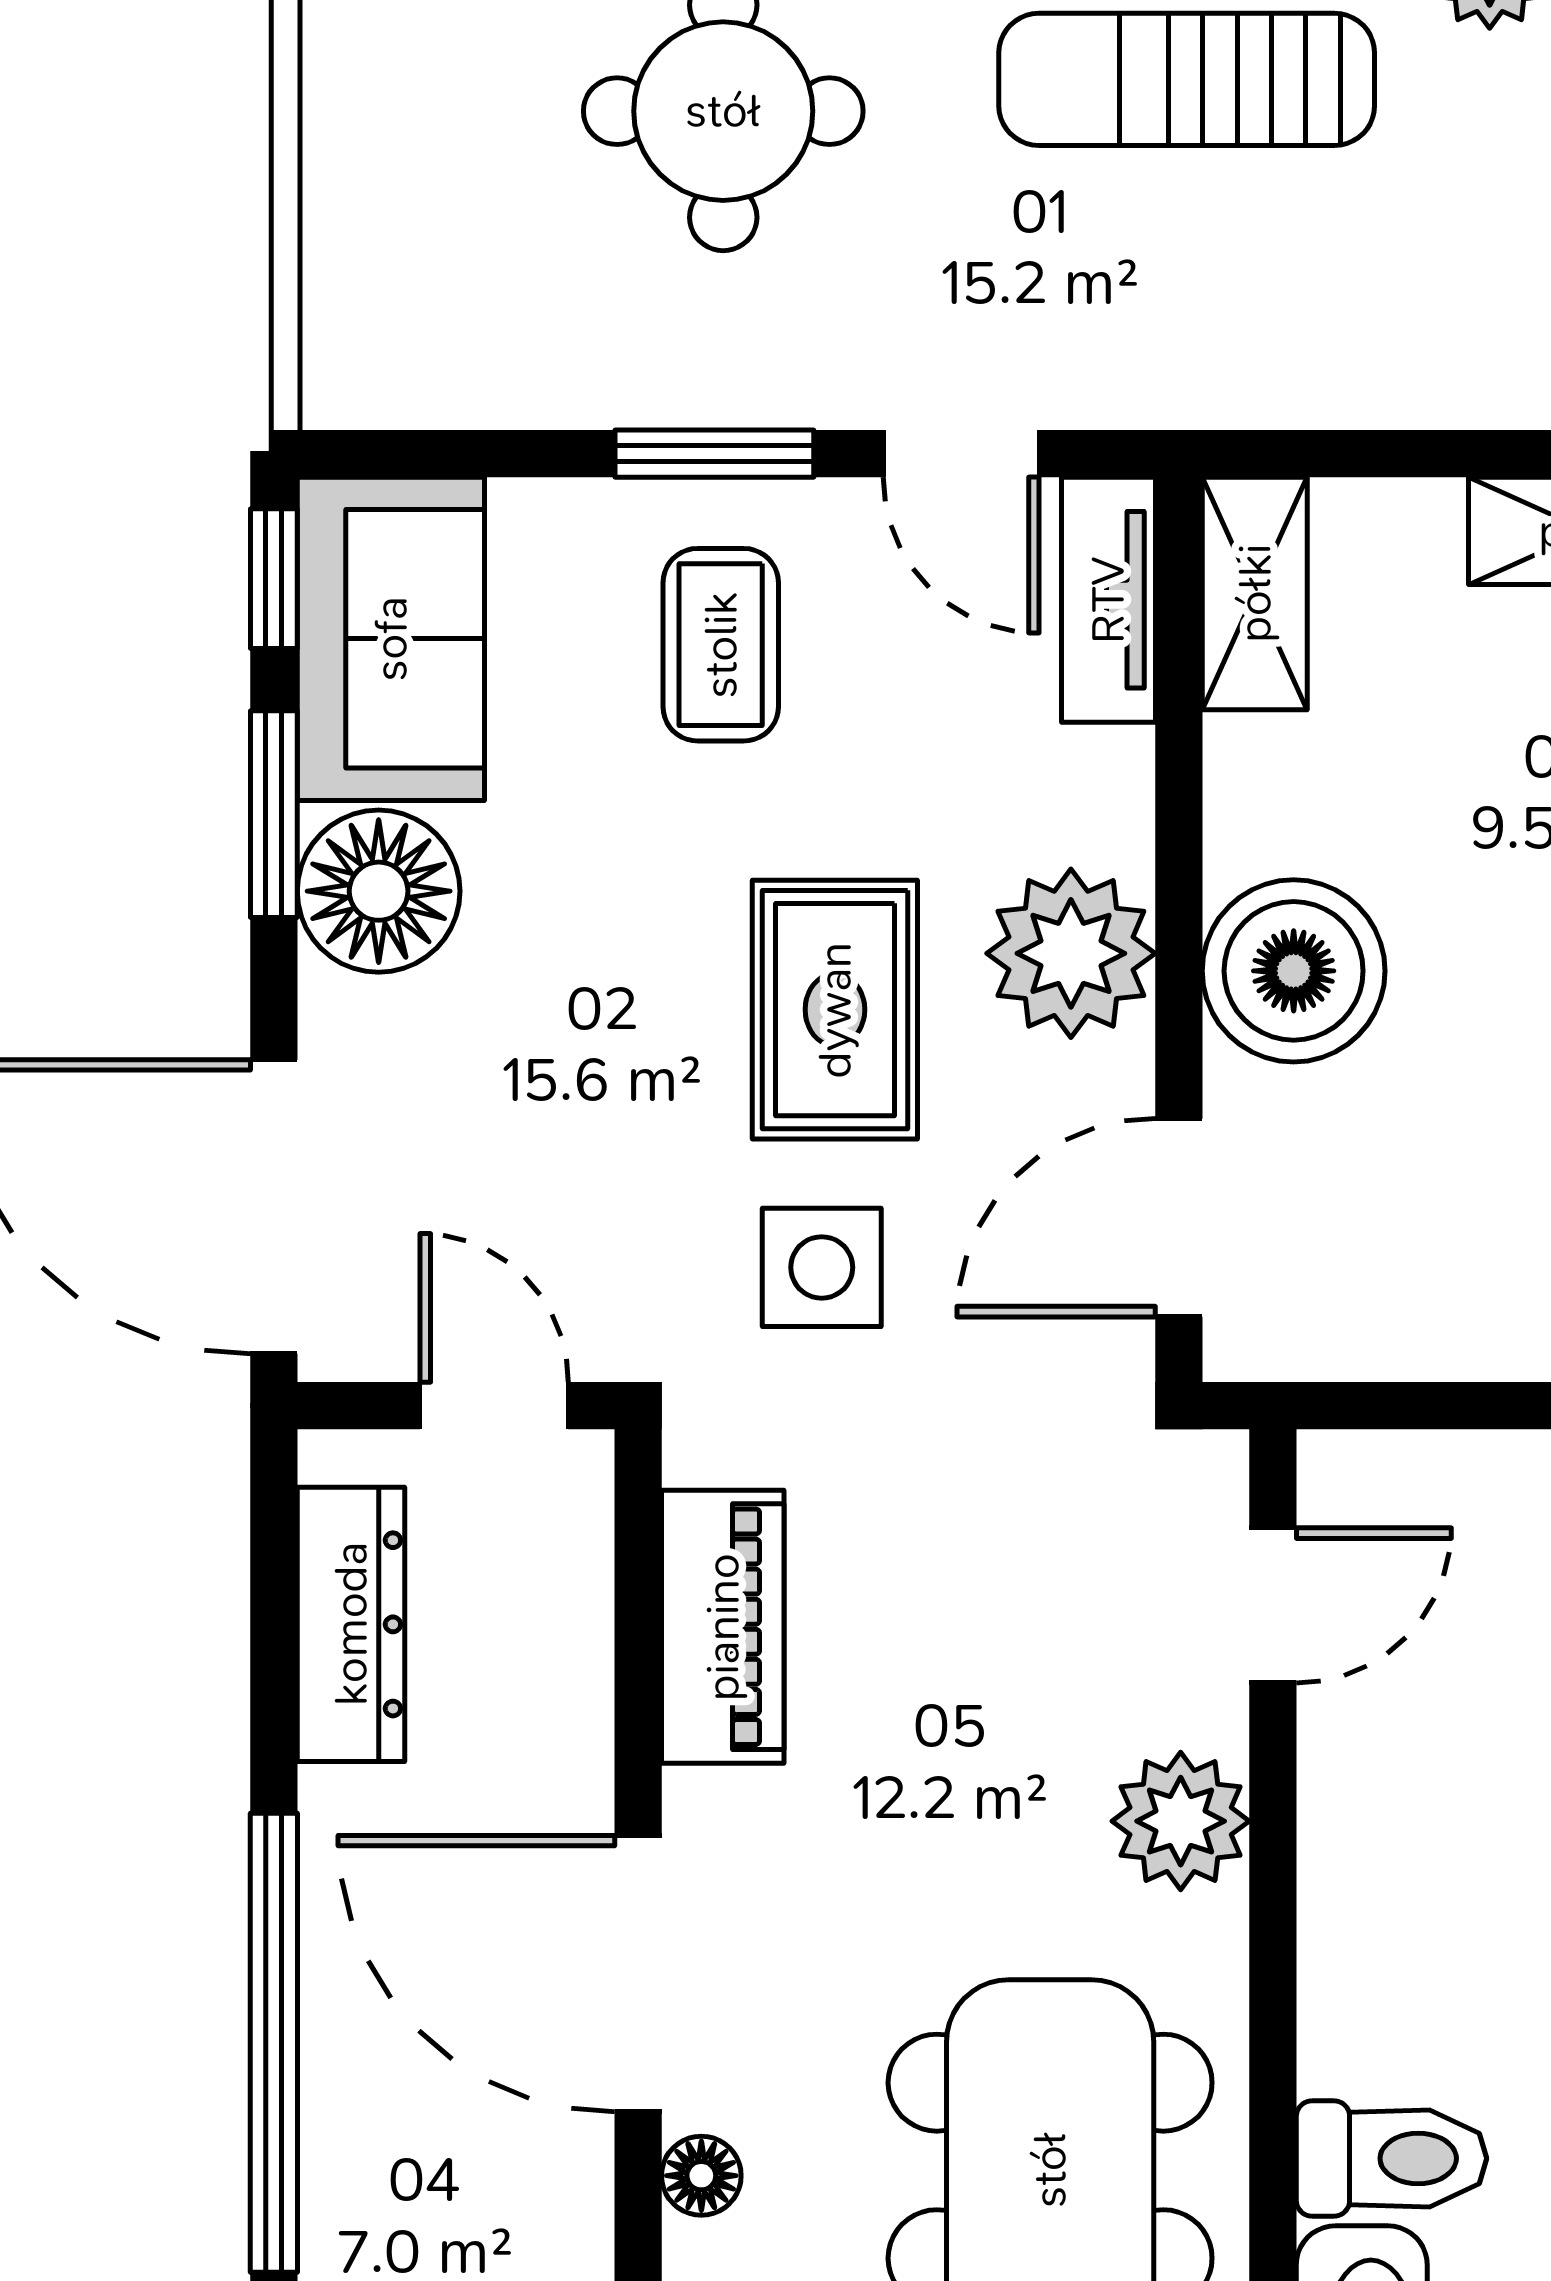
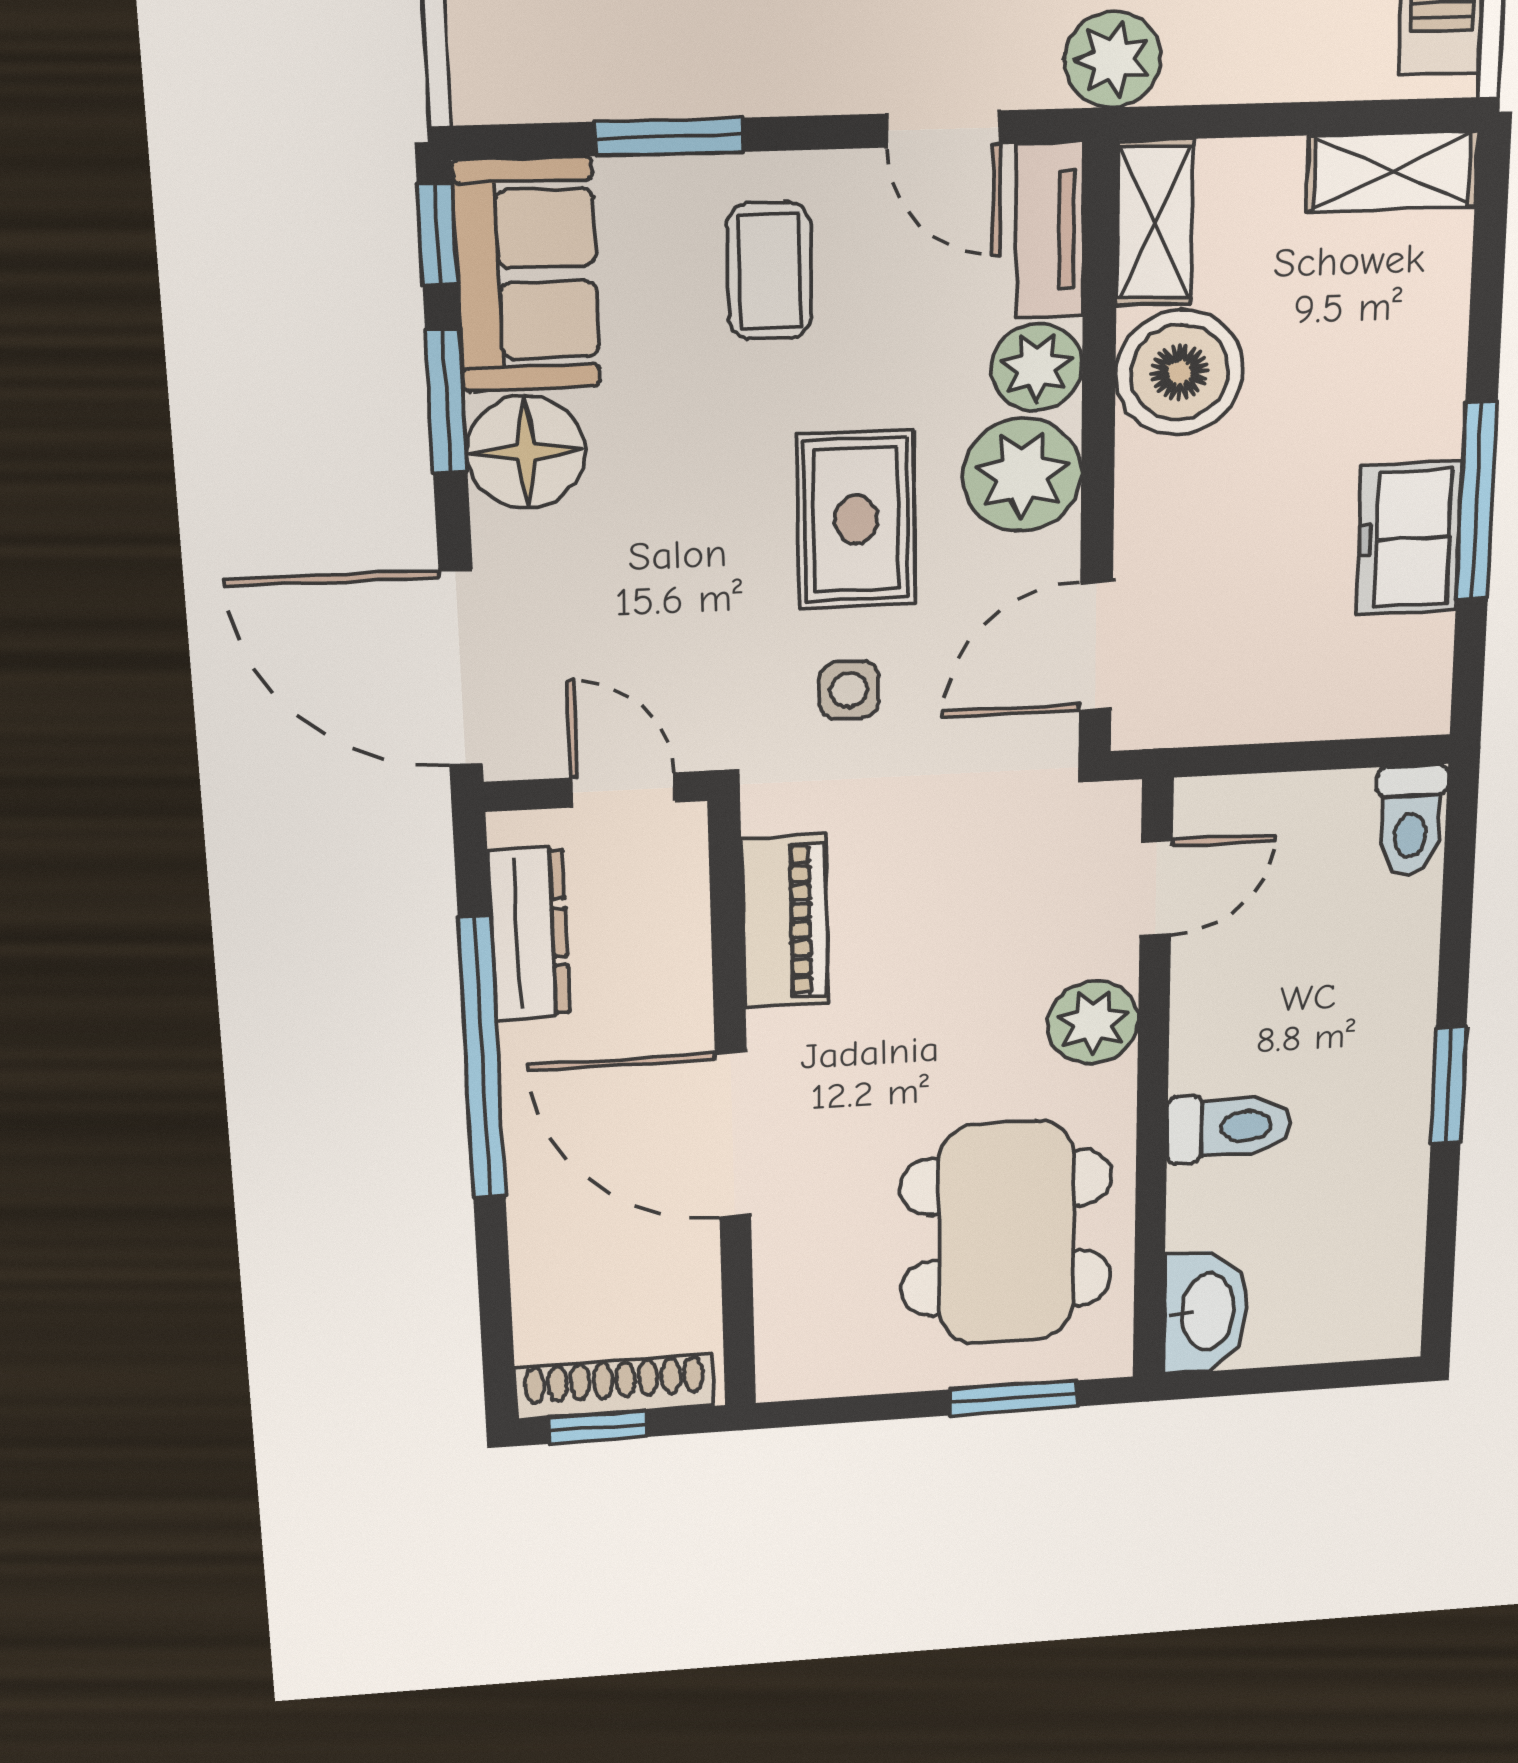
plant: (1194, 364) -> (1113, 59), added
window: (714, 454) -> (670, 137), moved
plant: (1091, 796) -> (1037, 367), added
boiler: (1294, 971) -> (1180, 372), moved
side table: (822, 1267) -> (849, 690), width x0.73, depth x0.73
window: (274, 2043) -> (482, 1058), moved
toilet: (1392, 2158) -> (1229, 1127), moved
floor lamp: (701, 2176) -> (778, 1251), removed

